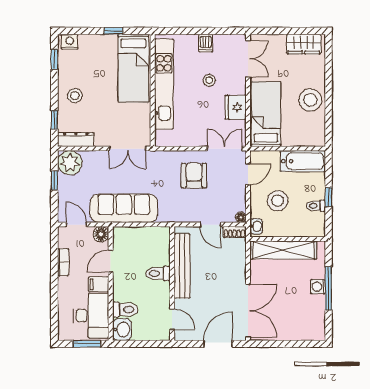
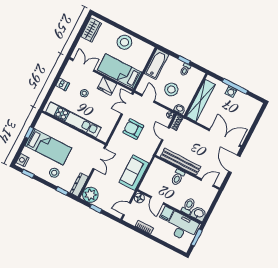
bed: (133, 68) -> (48, 147), moved
sofa: (124, 208) -> (134, 173), width x0.73
door: (210, 225) -> (165, 134), swing flipped

